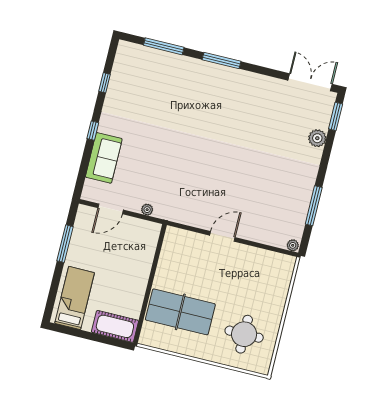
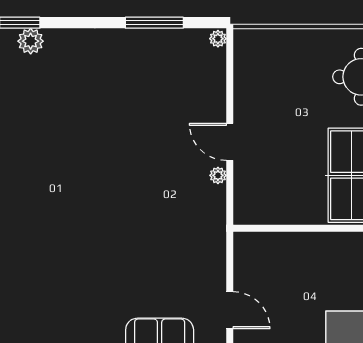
plant: (317, 138) -> (31, 41), moved
plant: (147, 210) -> (218, 175), moved

